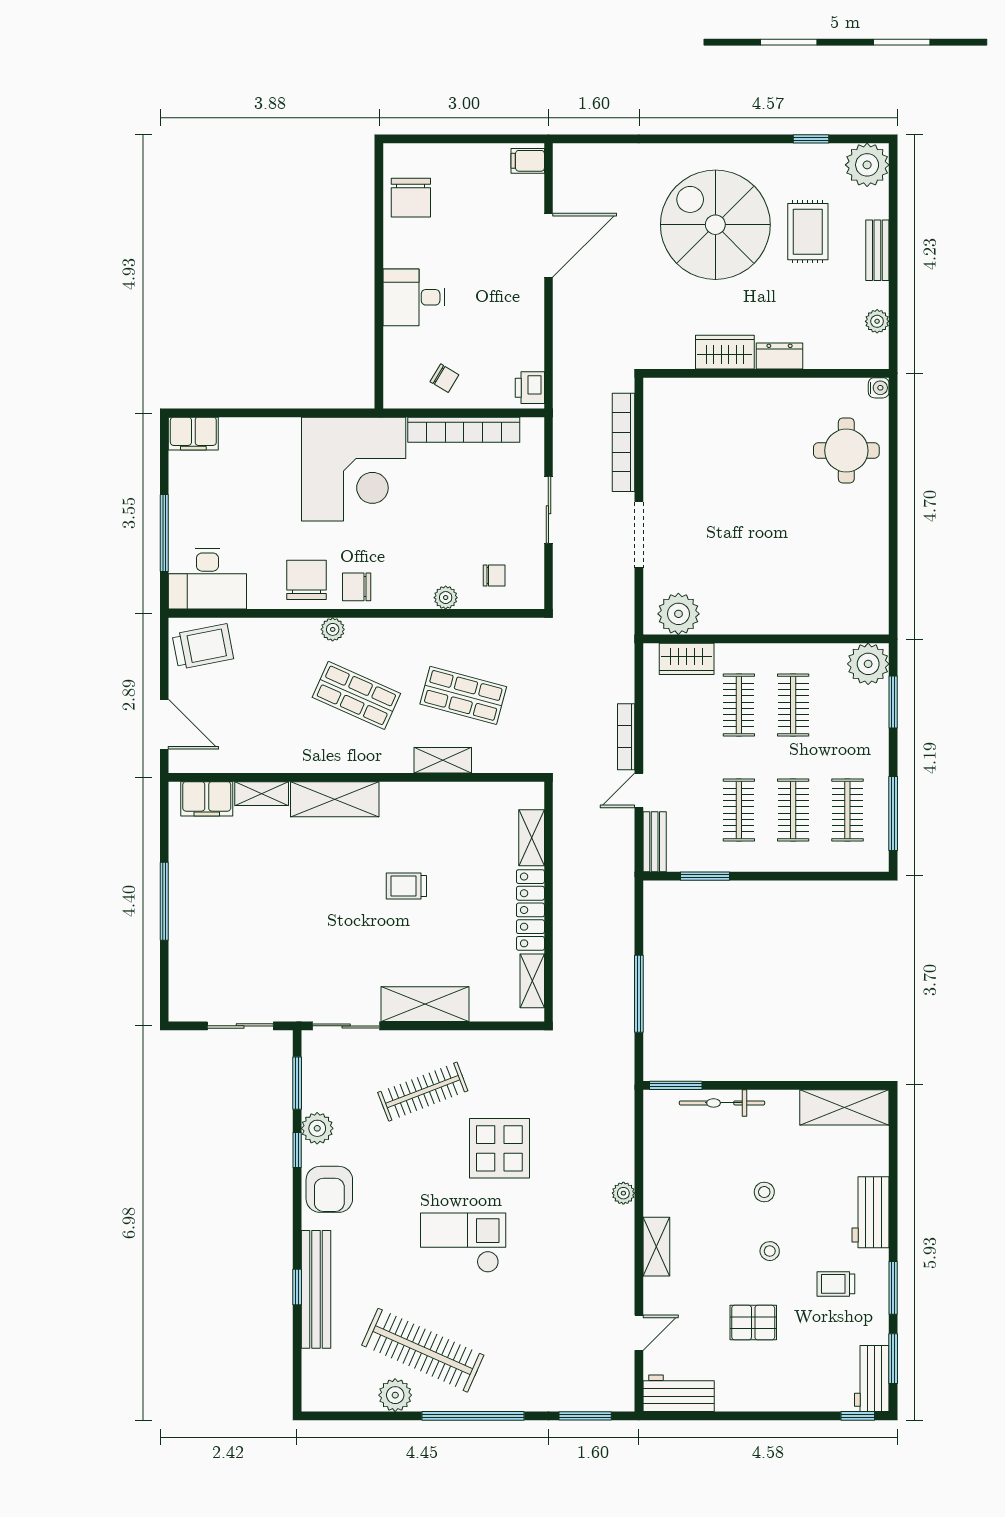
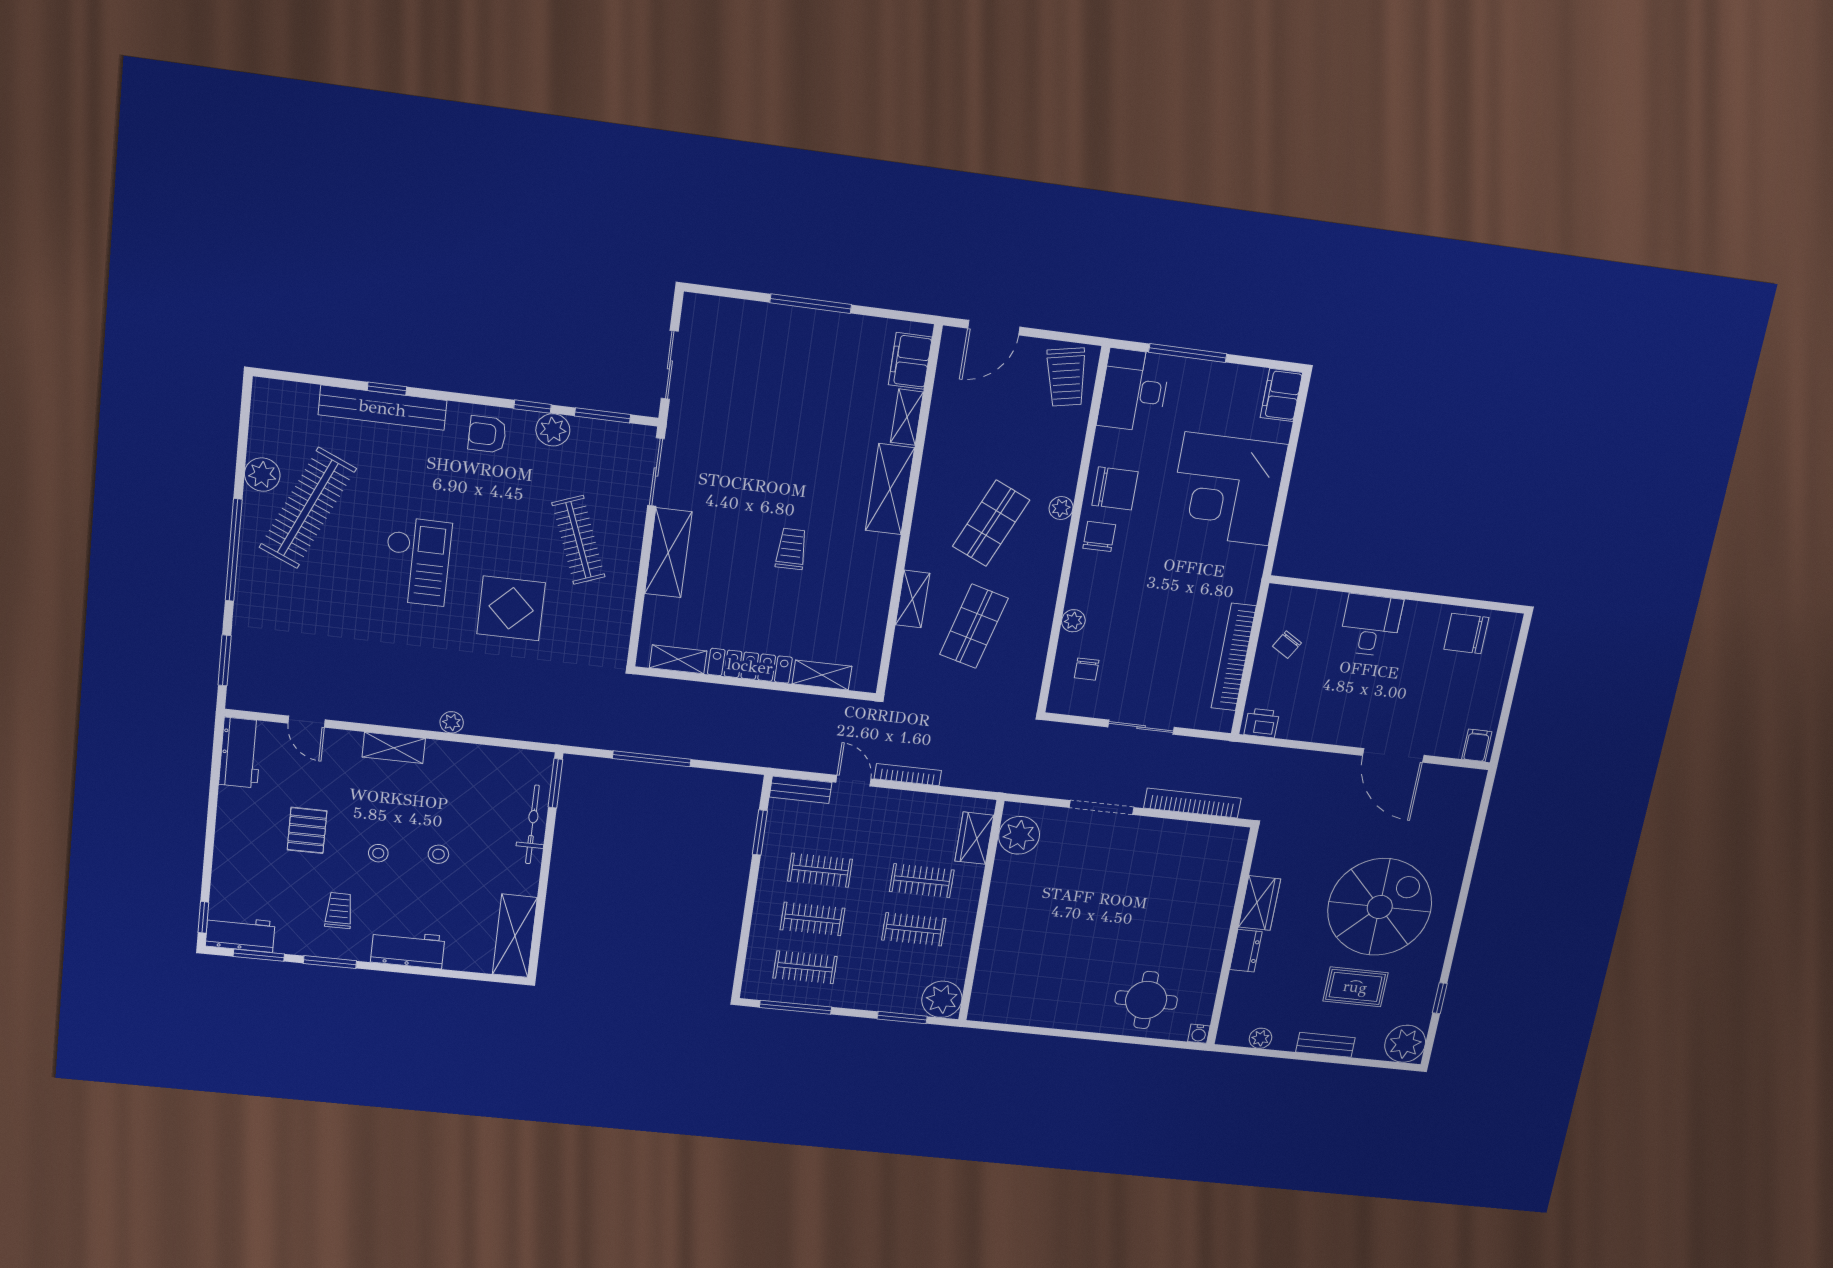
corner desk: (354, 469) -> (1227, 489), moved
armchair: (329, 1189) -> (487, 434), width x0.72, depth x0.72

